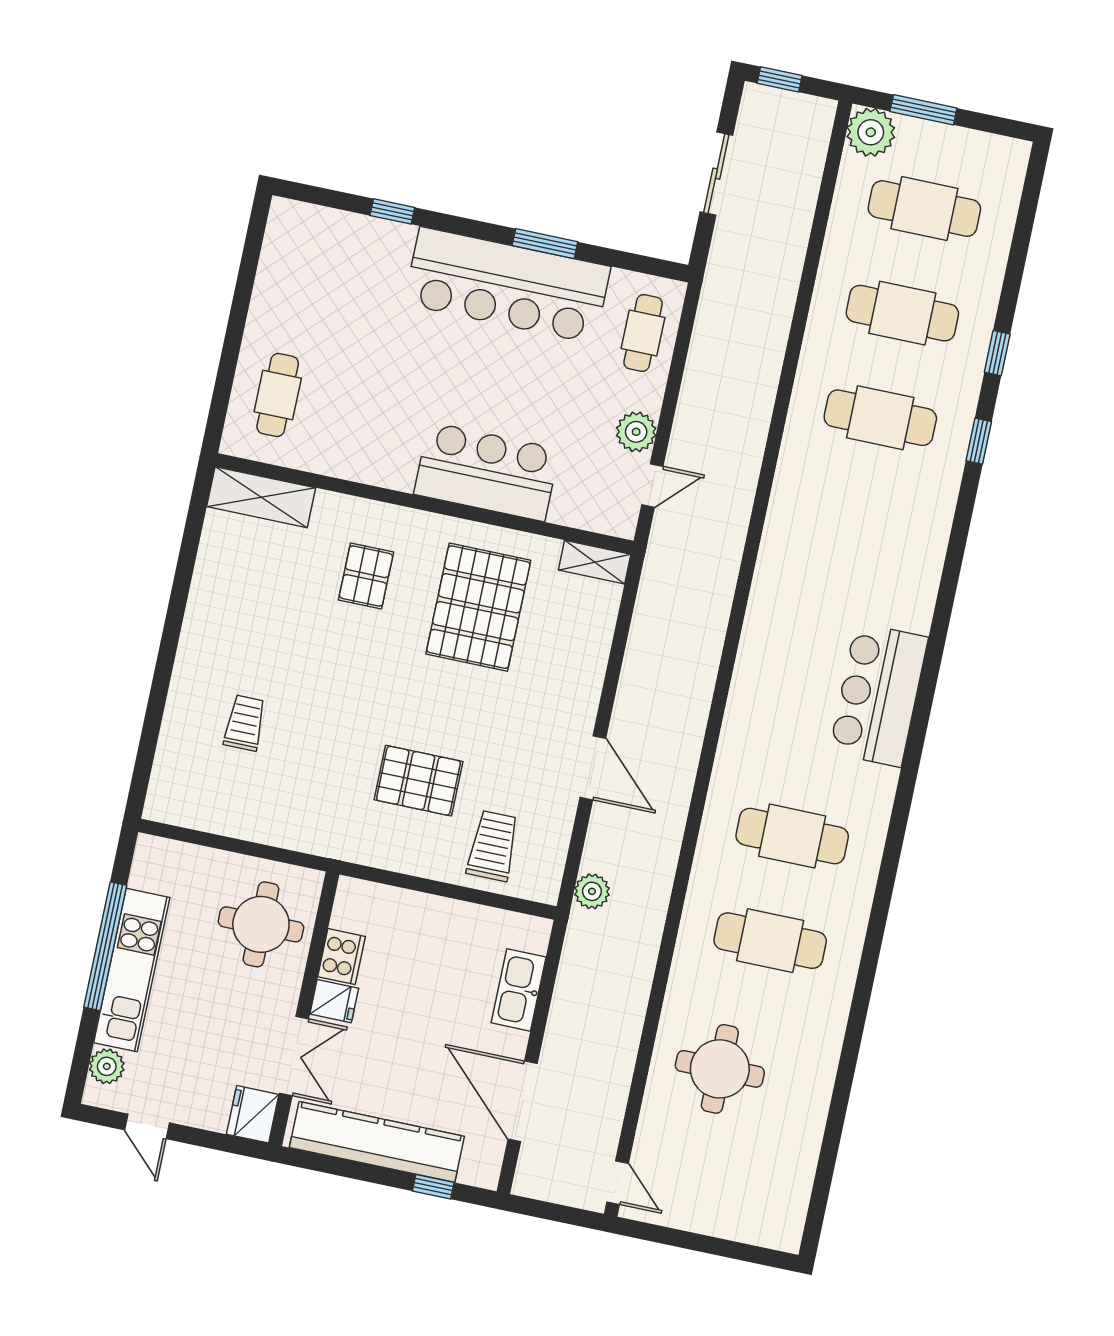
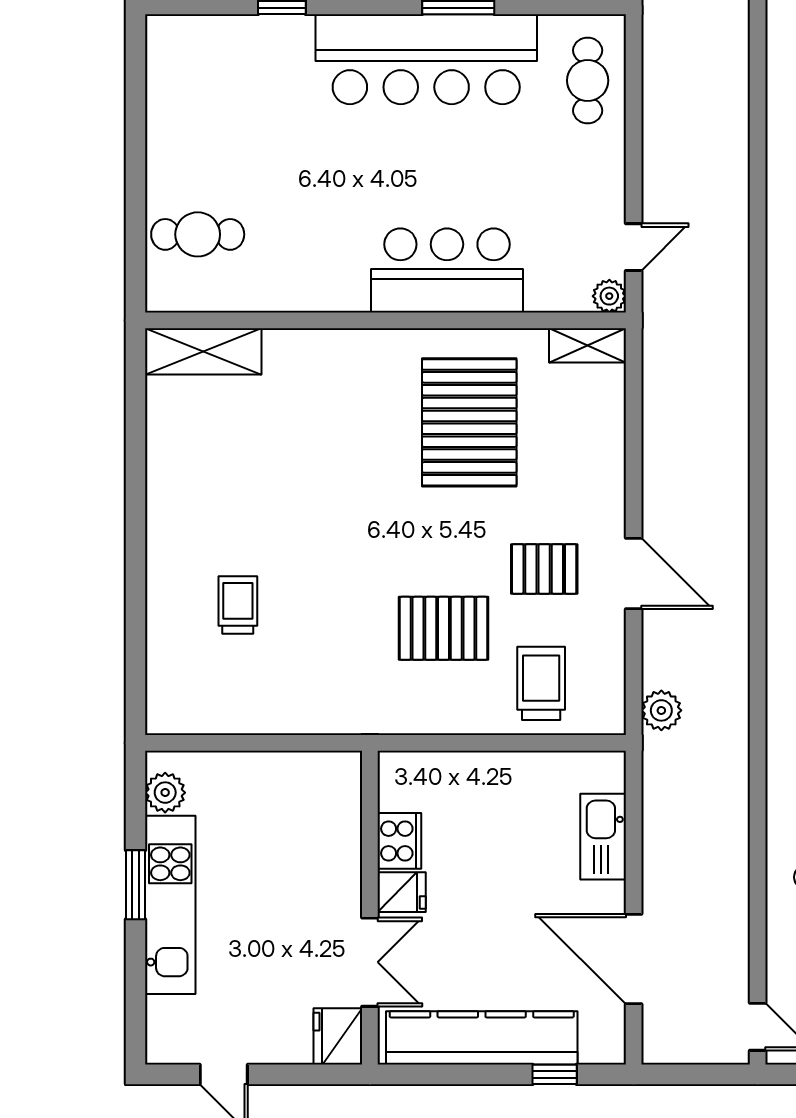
cafe table: (278, 395) -> (198, 234), turned 90
plant: (636, 432) -> (609, 296), moved, width x0.73, depth x0.73
pallet: (366, 576) -> (544, 569), moved, turned 90
round table: (261, 924) -> (303, 824), removed
window: (105, 946) -> (135, 885), width x0.47
plant: (107, 1066) -> (165, 793), moved

